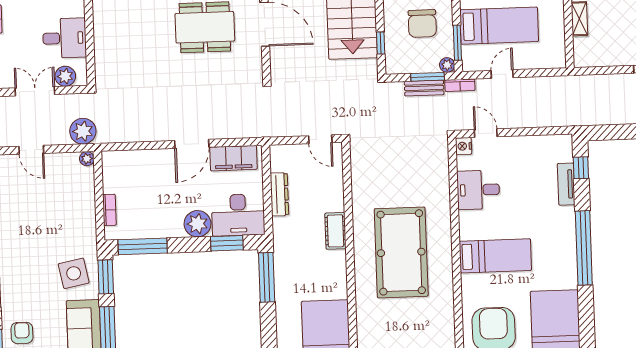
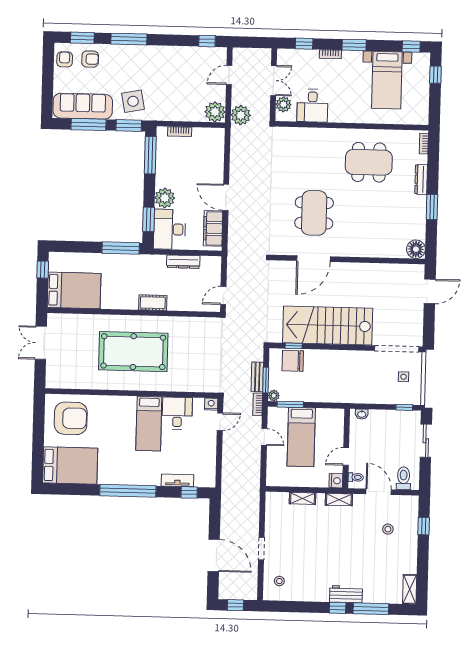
chair: (422, 23) -> (293, 361), moved
plant: (87, 159) -> (215, 112), width x1.88, depth x1.88
bed: (495, 256) -> (149, 424), moved

